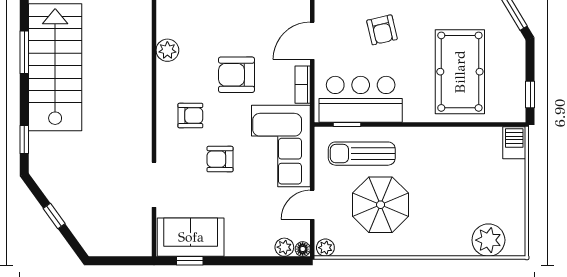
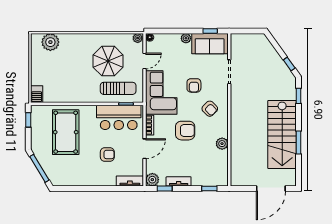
armchair: (382, 30) -> (107, 154), turned 103
armchair: (190, 116) -> (210, 109), turned -135
armchair: (220, 159) -> (194, 85), turned 90
window: (54, 216) -> (289, 64), moved
plant: (284, 247) -> (186, 38), moved

